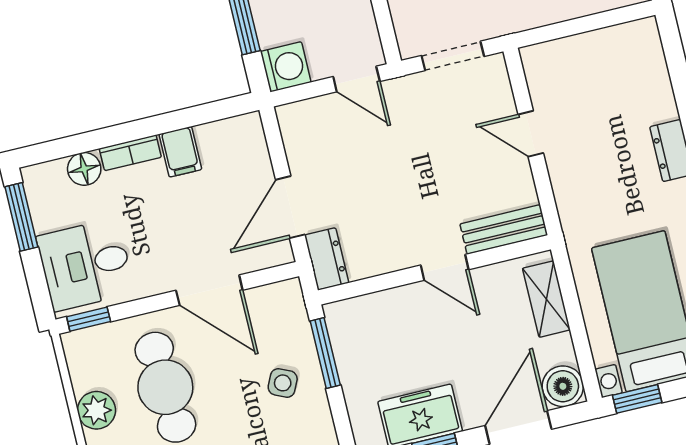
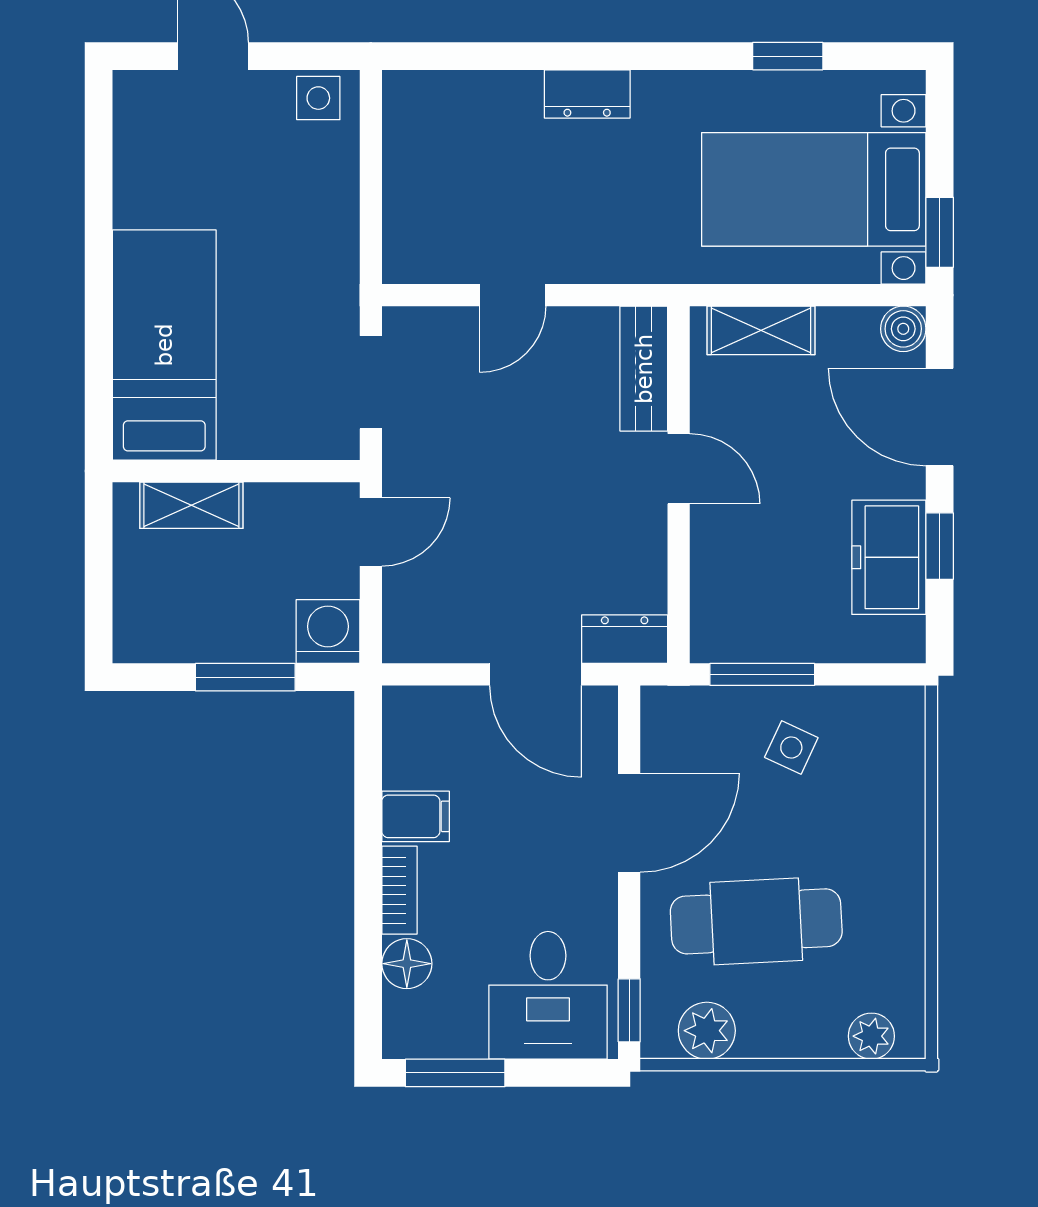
door: (445, 267) -> (679, 469), hinge flipped
boiler: (563, 386) -> (903, 329), width x0.73, depth x0.73
plant: (96, 410) -> (707, 1031), moved

